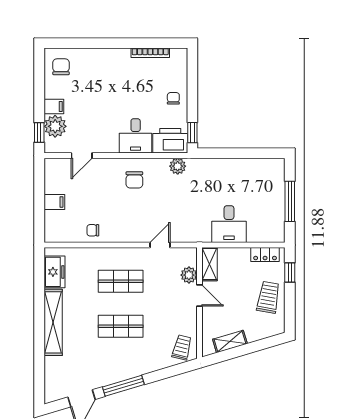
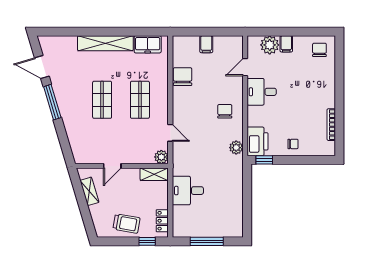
chair: (61, 67) -> (319, 50), turned -90
window: (39, 132) -> (265, 32), removed
desk: (136, 136) -> (262, 92), moved
door: (82, 156) -> (245, 67), hinge flipped
chair: (134, 180) -> (225, 111), turned 90
chair: (93, 230) -> (183, 77), width x1.87, depth x1.87
plant: (189, 275) -> (161, 157), moved
door: (200, 295) -> (112, 166), moved
trolley: (182, 347) -> (84, 151), removed

